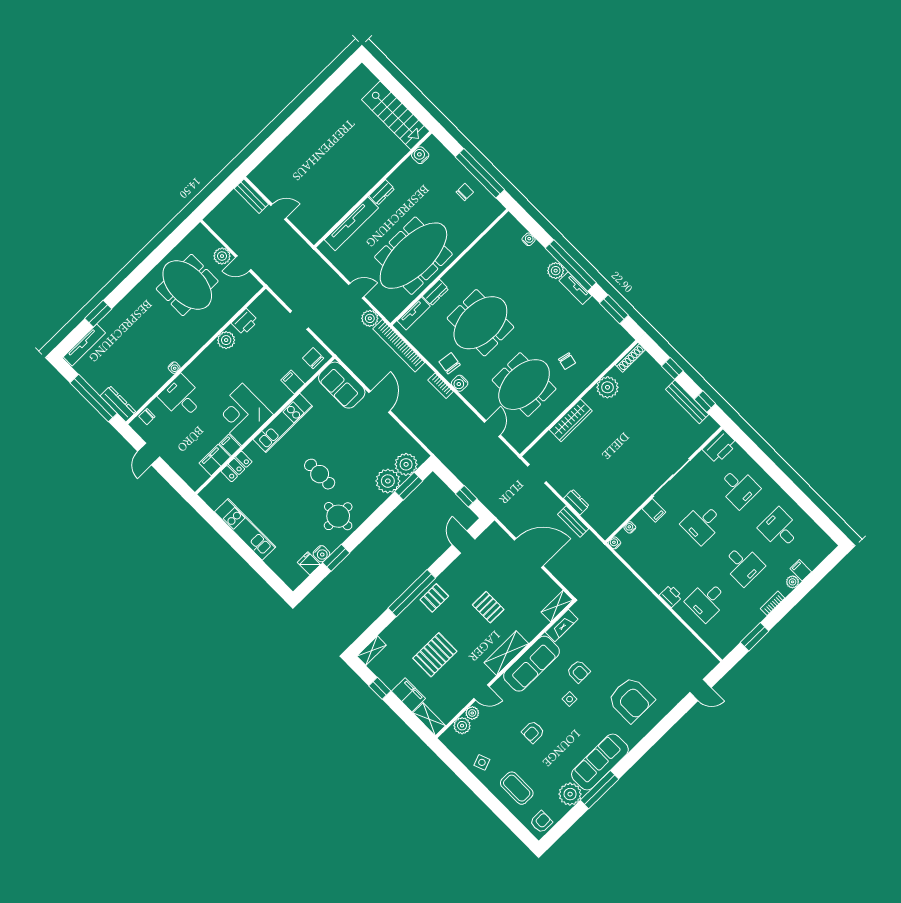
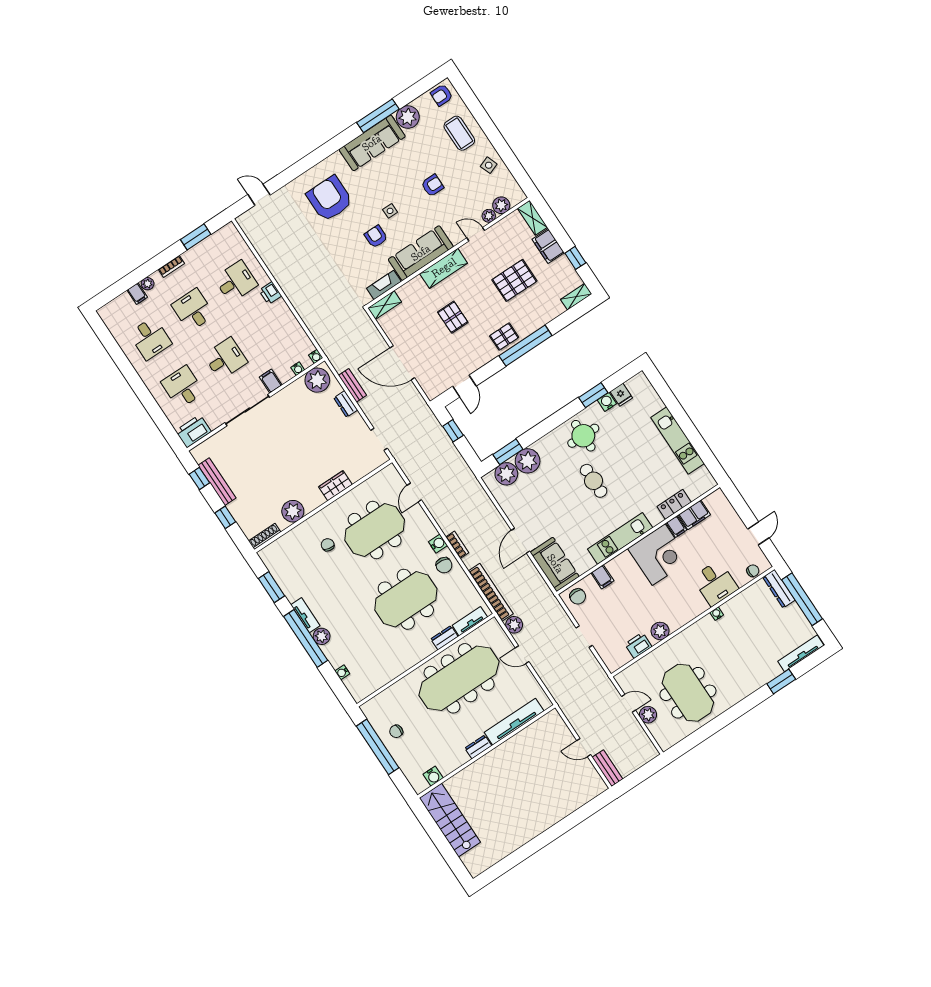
wardrobe: (571, 420) -> (335, 486), width x0.67
plant: (608, 520) -> (317, 380), added

